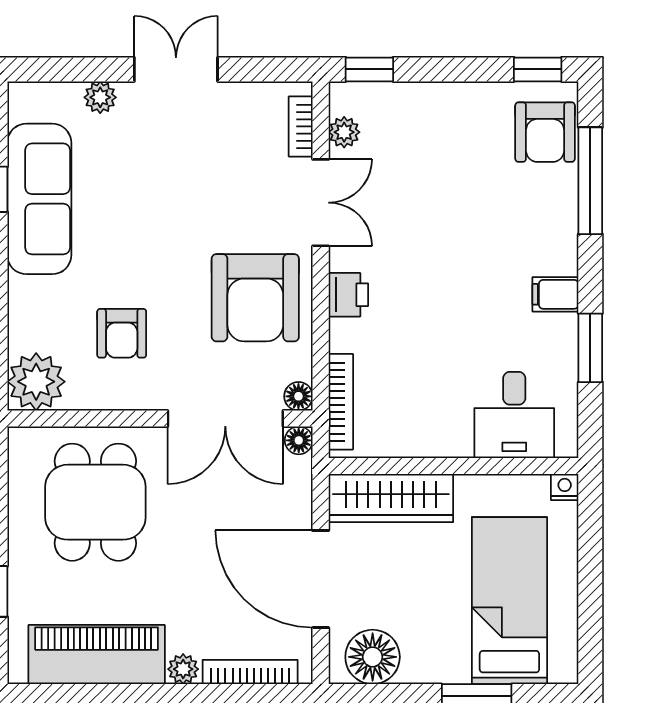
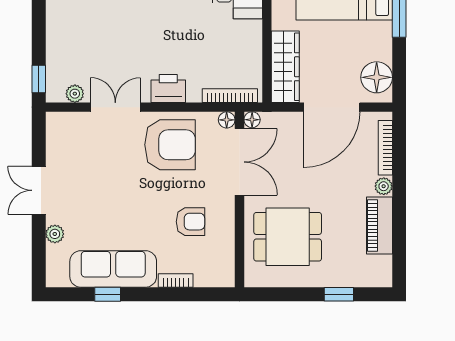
bookcase: (301, 126) -> (176, 280), moved, turned 180
printer: (348, 295) -> (168, 88), width x1.36, depth x1.24
plant: (36, 382) -> (218, 271), removed
piano: (97, 655) -> (379, 225), width x0.73, depth x0.75

